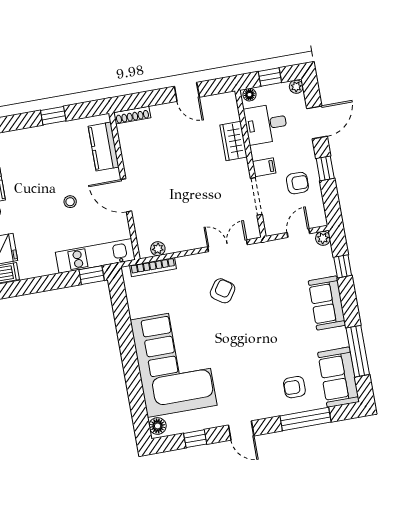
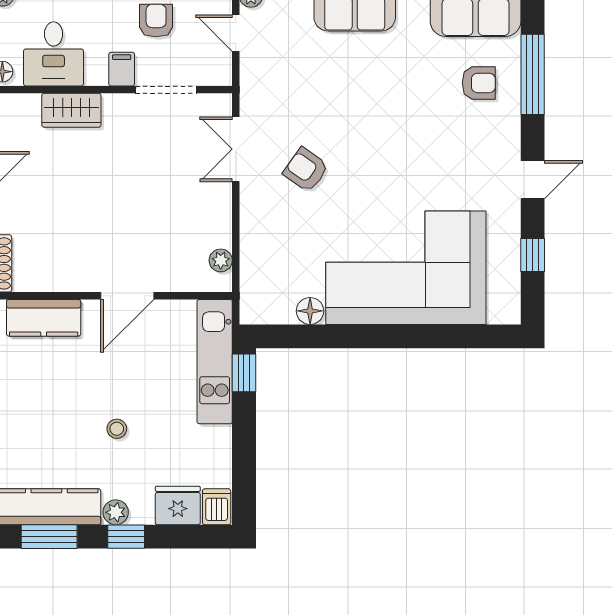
stool: (70, 202) -> (117, 429), moved
bookcase: (153, 267) -> (249, 273), removed
armchair: (294, 387) -> (479, 83), turned -90
floor lamp: (158, 426) -> (310, 311), moved

